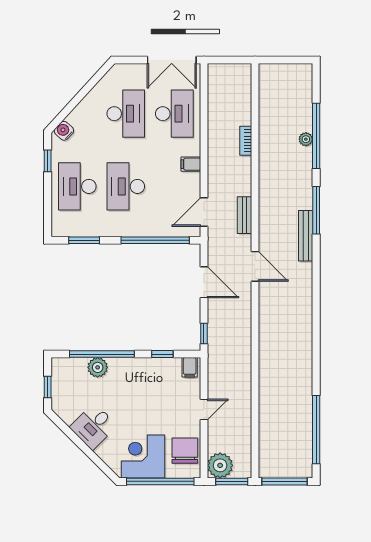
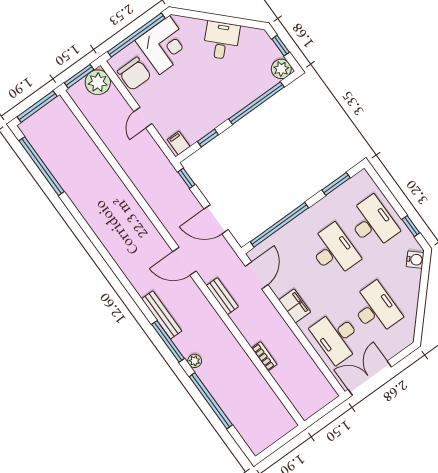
desk: (126, 114) -> (376, 309), turned 180
plant: (306, 139) -> (195, 361), moved
filing cabinet: (191, 164) -> (295, 306), width x2.00
plant: (98, 367) -> (281, 69), moved

